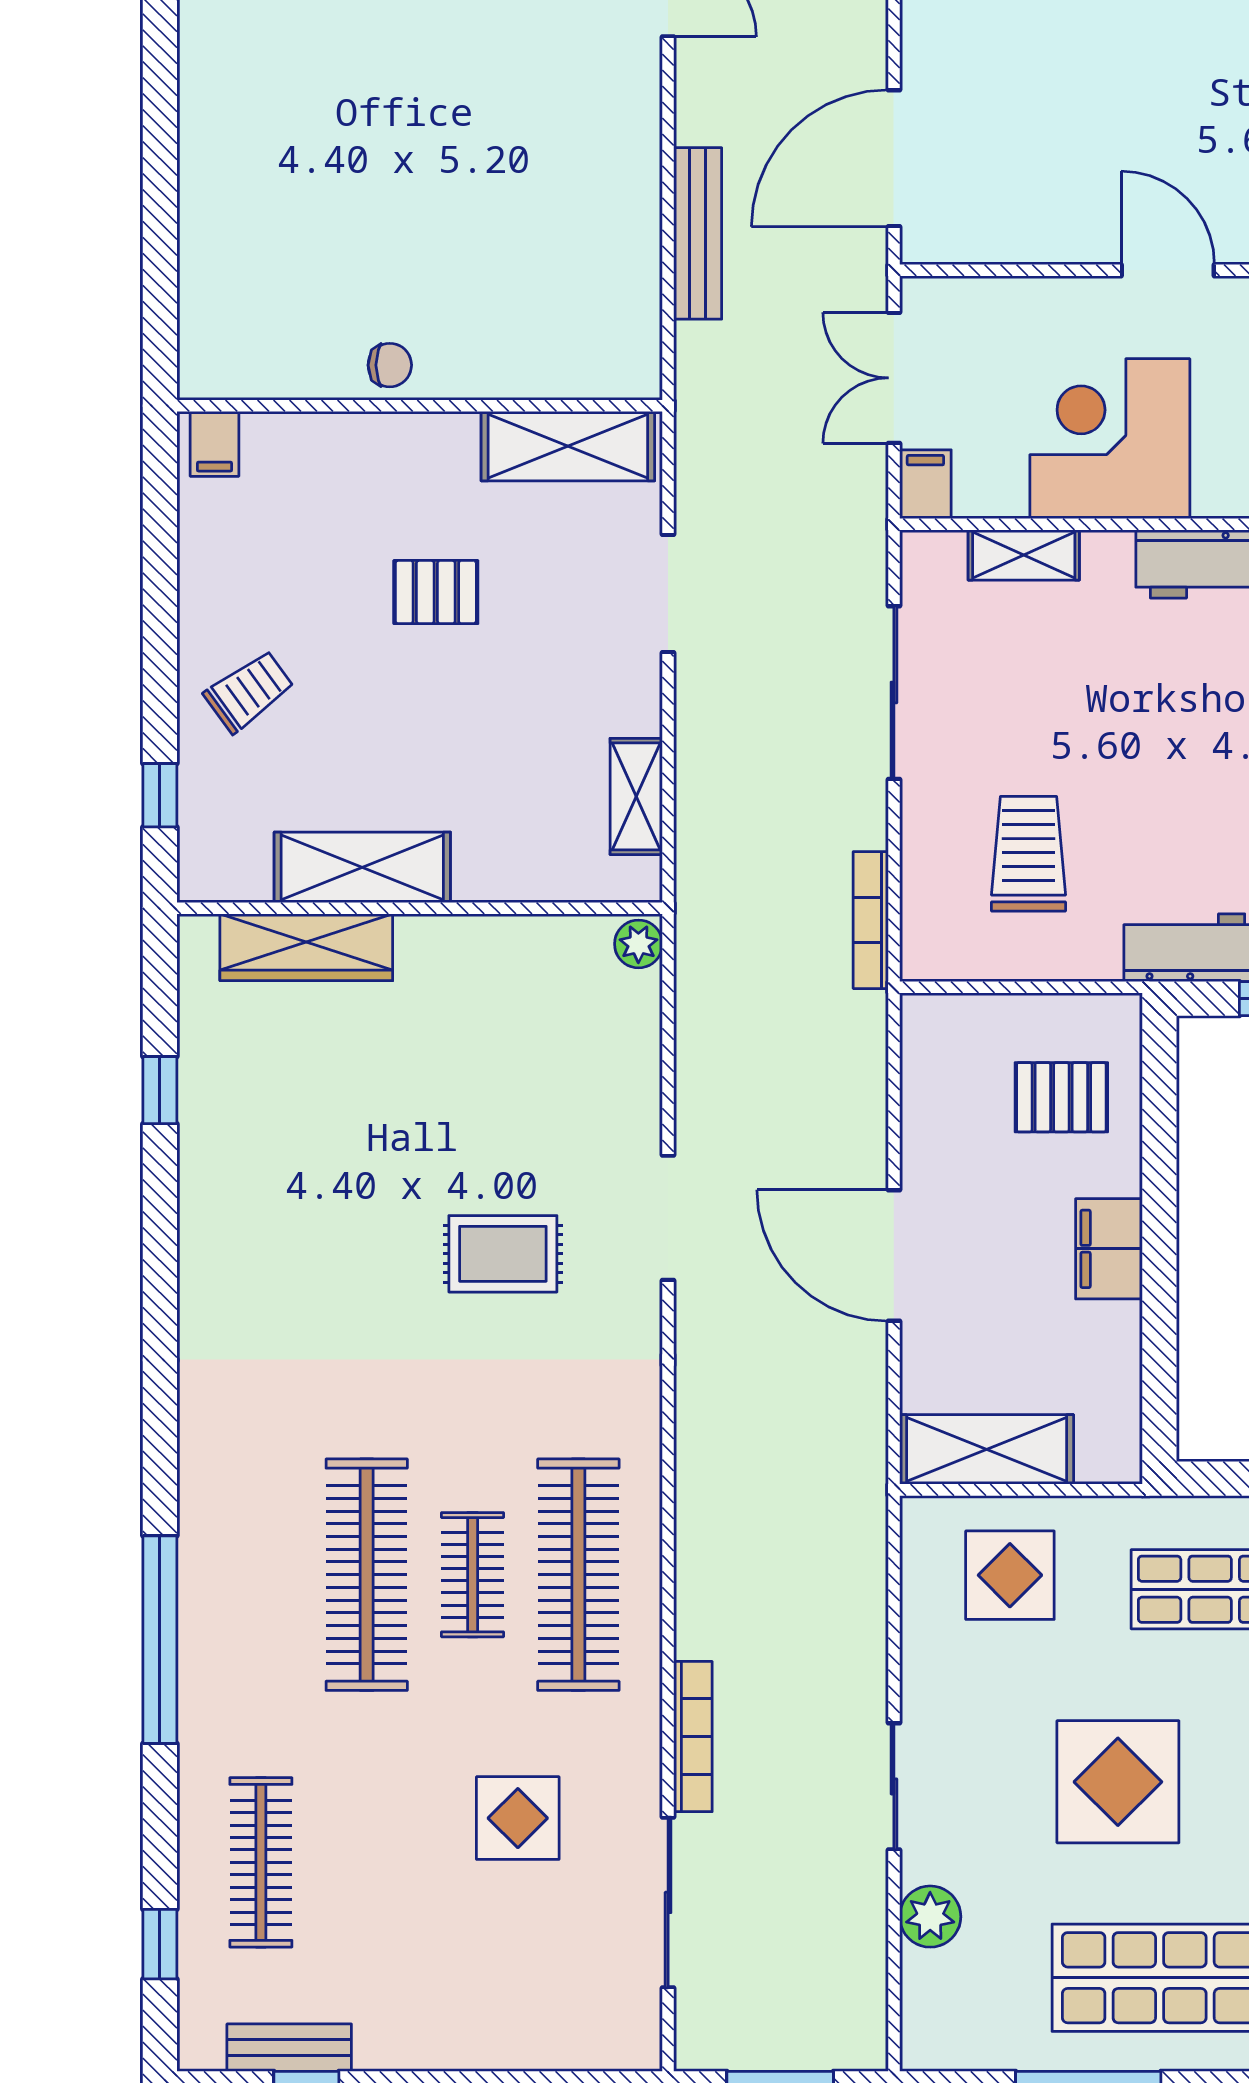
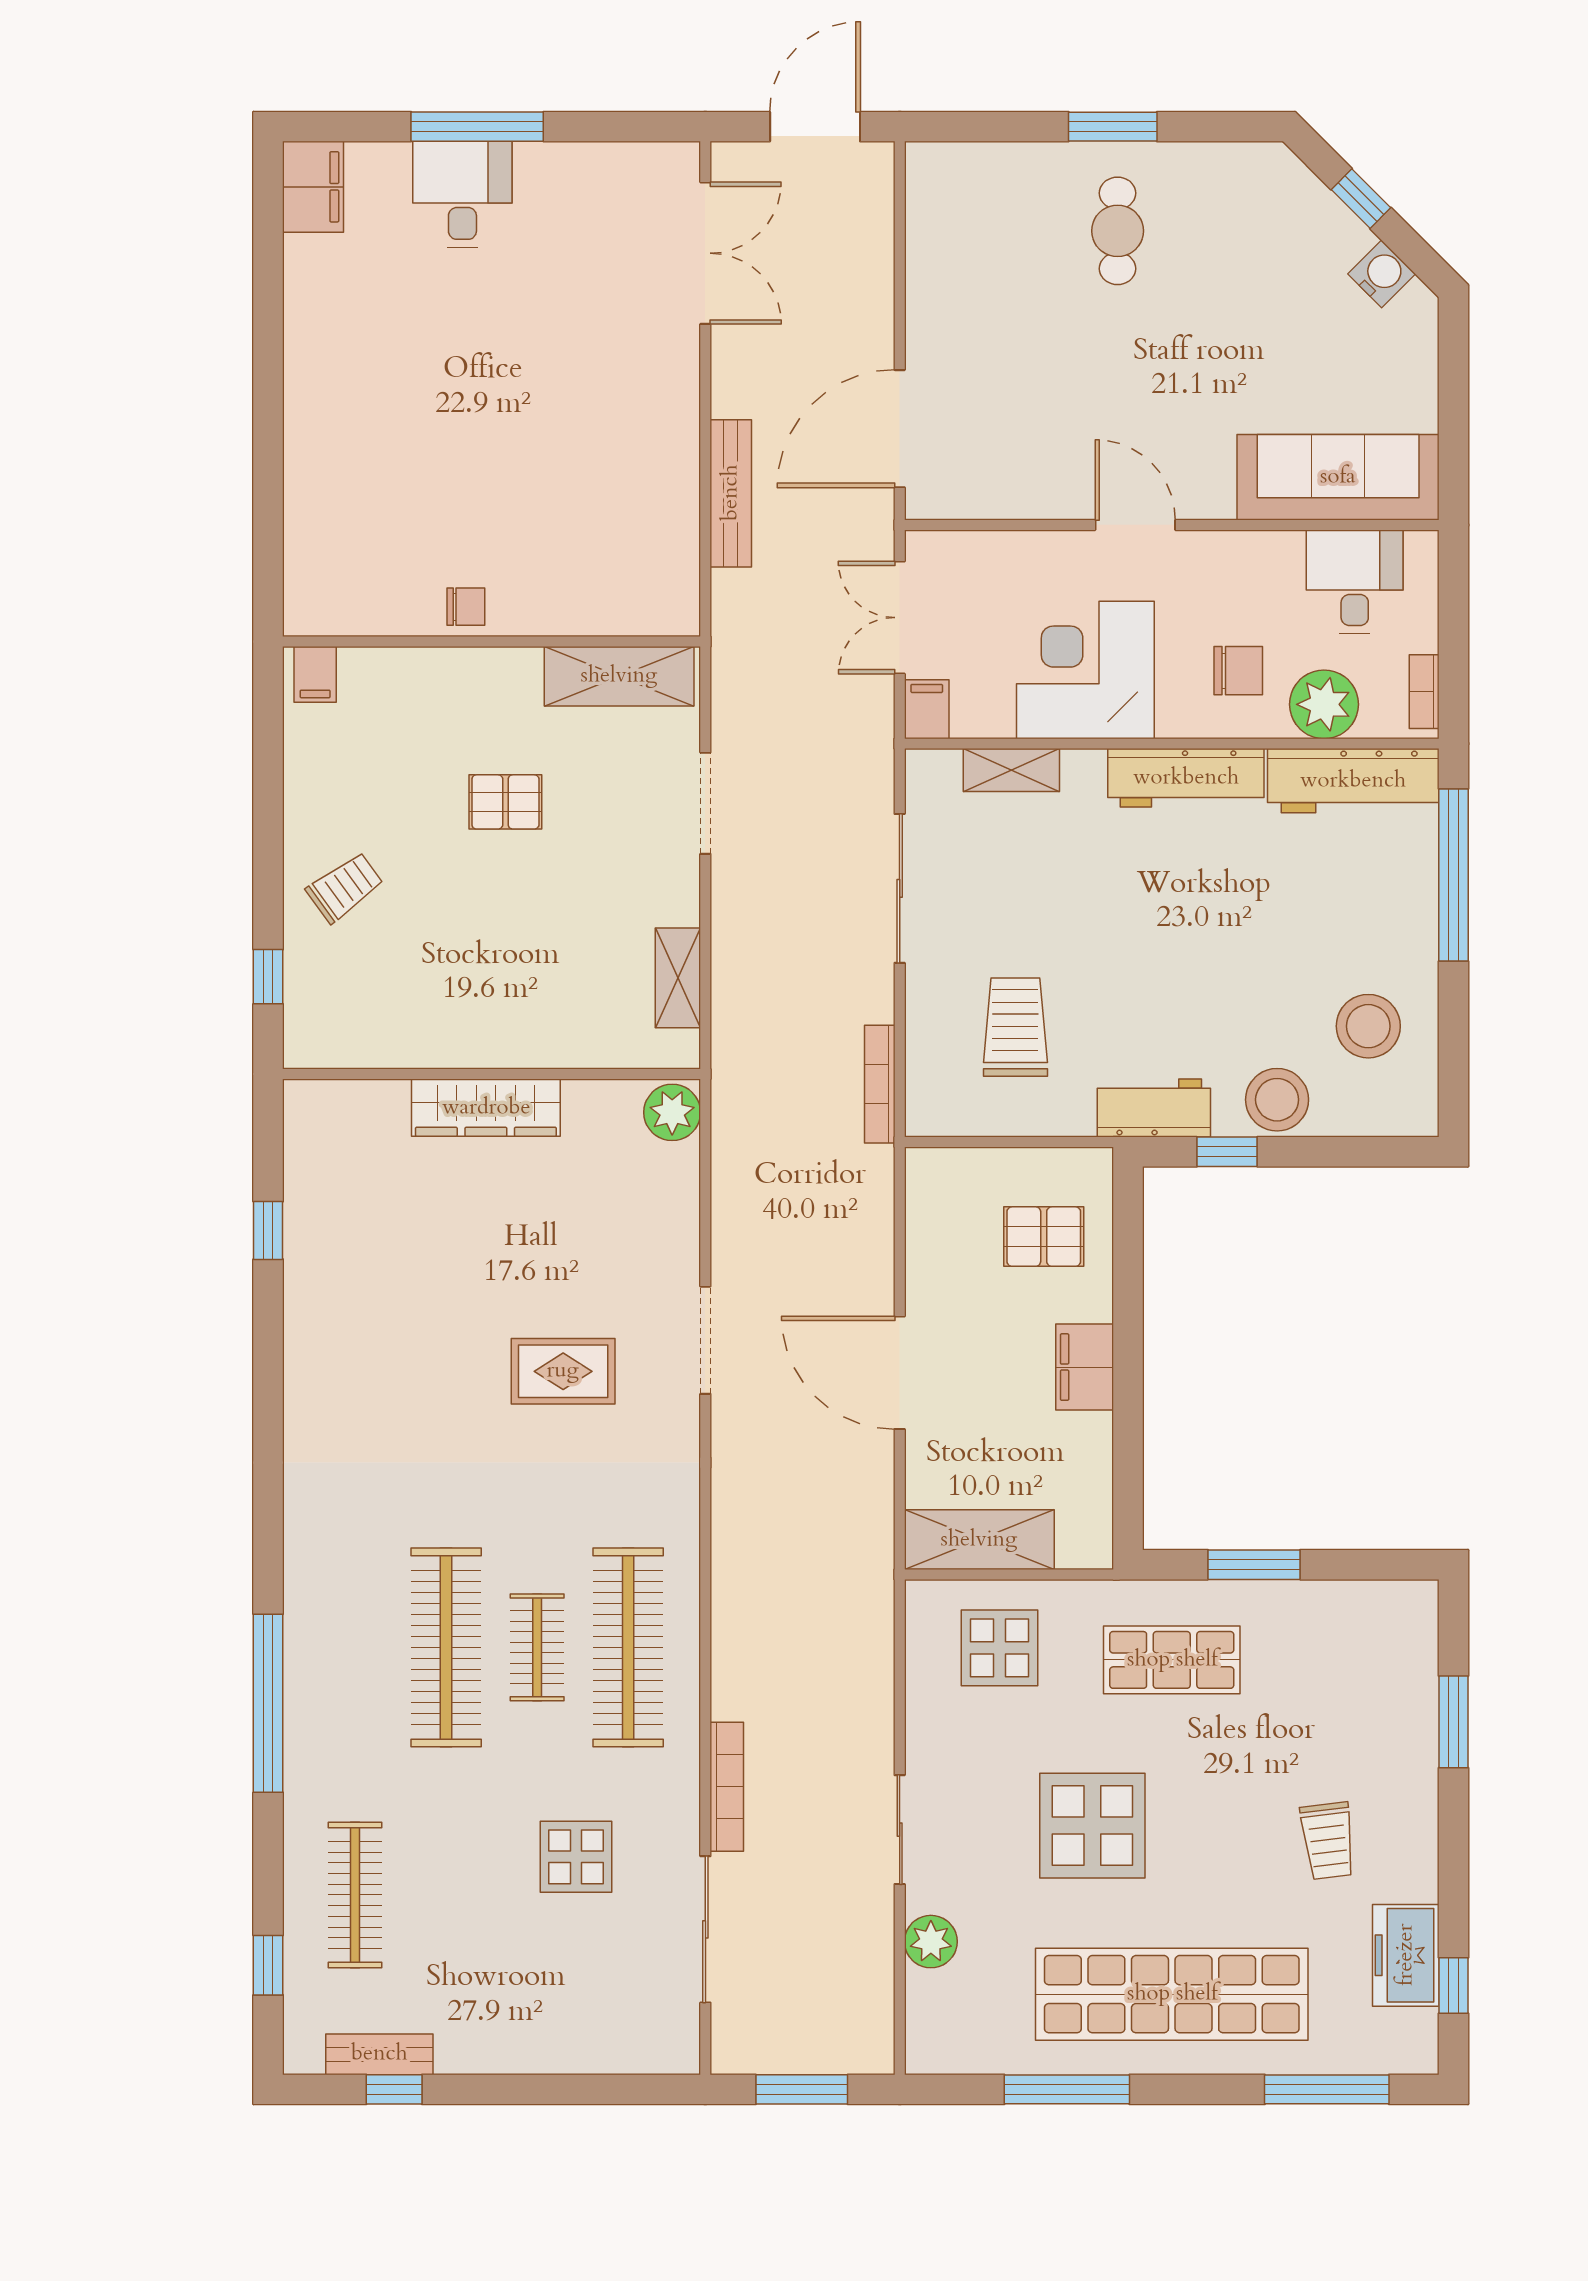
shelving: (362, 867) -> (442, 1039), removed
plant: (638, 944) -> (672, 1112), width x1.38, depth x1.38
wardrobe: (306, 947) -> (486, 1108), moved

